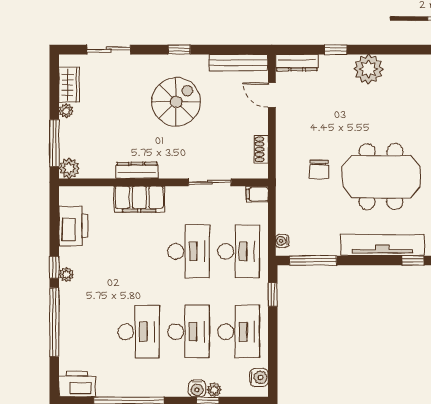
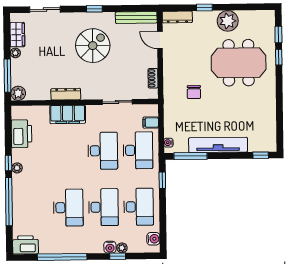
meeting table: (381, 177) -> (239, 63), moved
filing cabinet: (257, 194) -> (151, 123), moved
tv unit: (382, 245) -> (218, 145), moved

